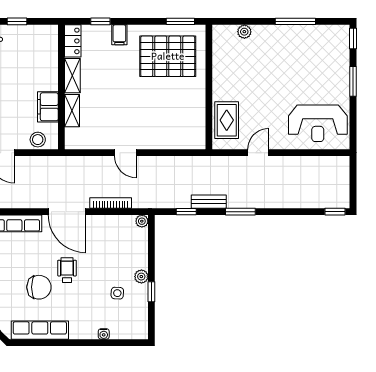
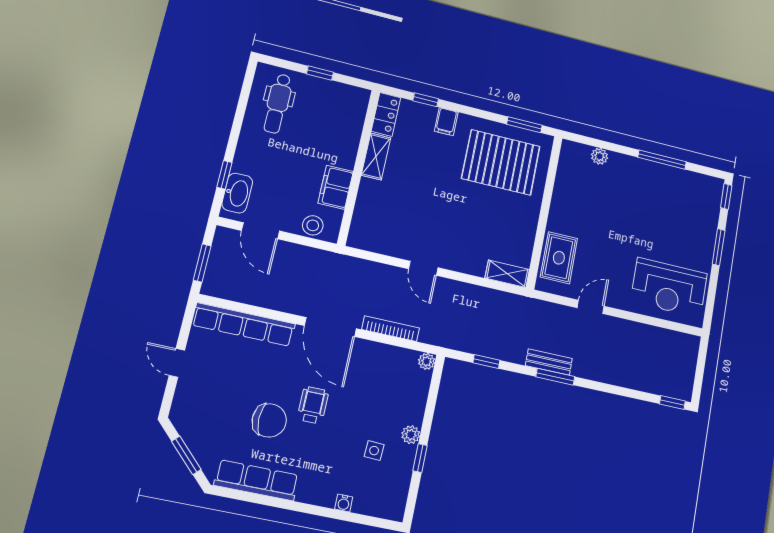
shelving: (72, 111) -> (507, 274), moved, turned 90
bench: (209, 202) -> (549, 362), moved

